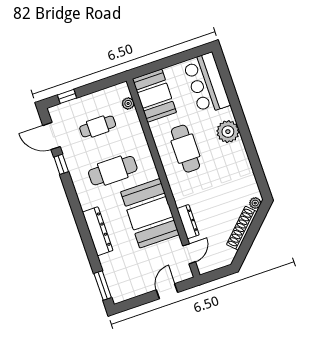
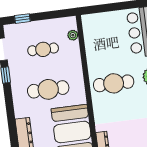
booth: (154, 96) -> (97, 33), removed
cafe table: (185, 149) -> (114, 83), turned 90

